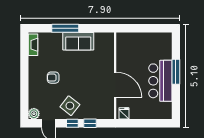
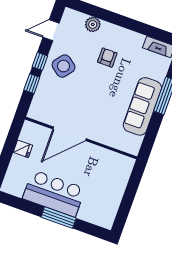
sofa: (78, 41) -> (142, 106), width x1.36
fridge: (124, 113) -> (23, 149), moved
plant: (34, 114) -> (93, 24), moved

